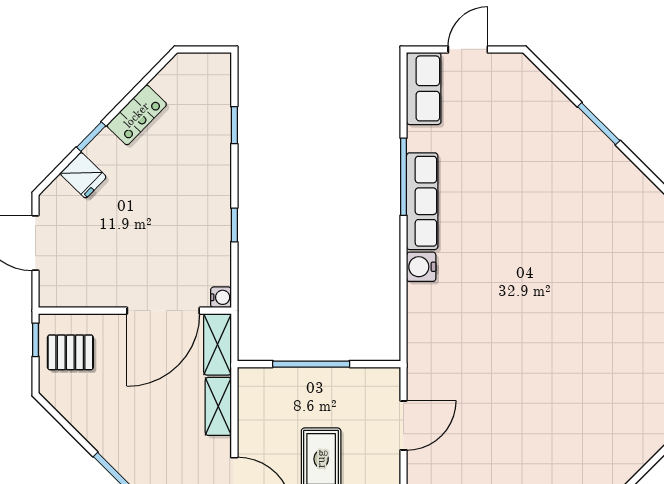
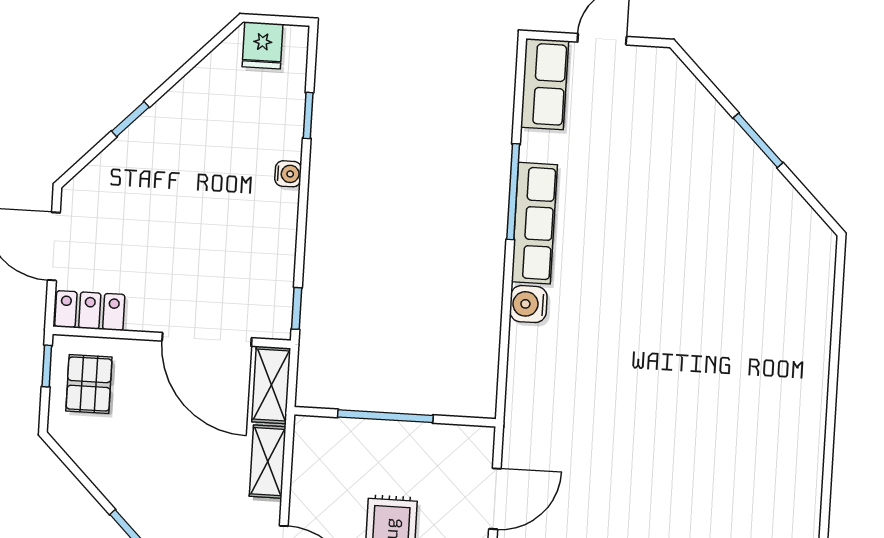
locker: (137, 115) -> (90, 311), moved, turned -134
fridge: (83, 175) -> (263, 45), moved, turned 46
window: (234, 225) -> (297, 308), moved
water cooler: (221, 297) -> (288, 174), moved
door: (163, 311) -> (207, 339), hinge flipped
pallet: (70, 352) -> (89, 384), turned 90

